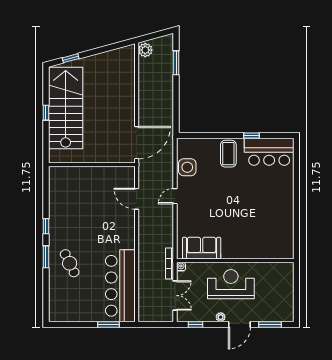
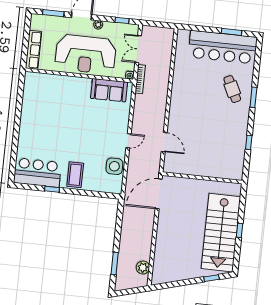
plant: (145, 50) -> (143, 268), moved
window: (46, 226) -> (249, 142), moved
row of seats: (287, 283) -> (33, 50), added
reception desk: (231, 284) -> (86, 54), width x1.36, depth x1.30
bar counter: (120, 286) -> (223, 47), moved, turned 90
window: (108, 324) -> (231, 32), moved

